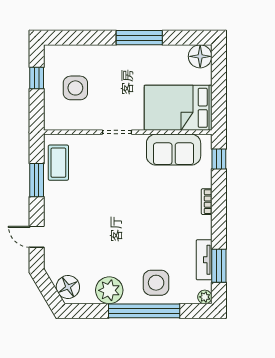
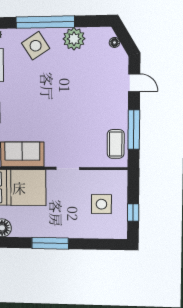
window: (37, 180) -> (134, 130), width x1.44
side table: (156, 283) -> (36, 46), turned -33
floor lamp: (68, 287) -> (114, 42), width x0.53, depth x0.53

